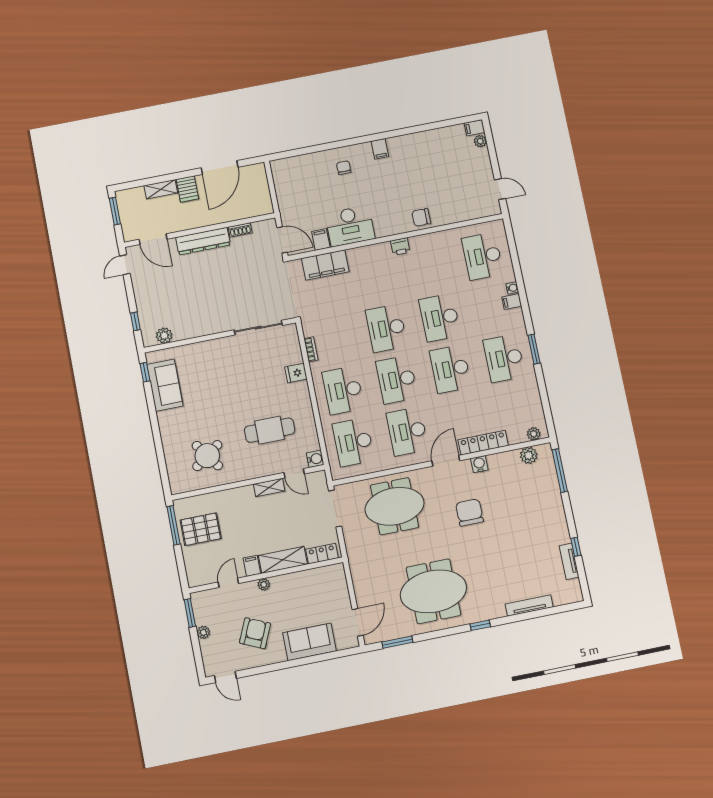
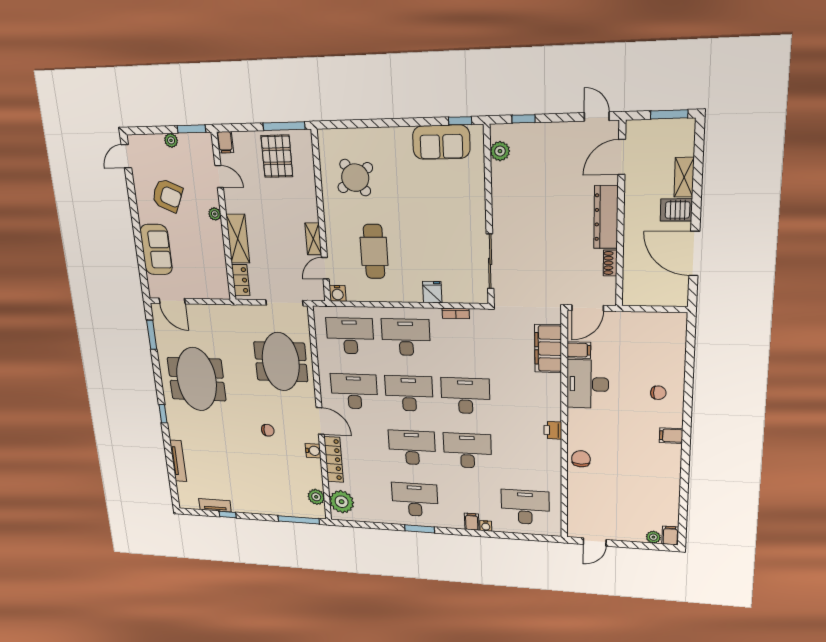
plant: (534, 434) -> (342, 502), width x1.88, depth x1.88
chair: (469, 512) -> (268, 430), width x0.54, depth x0.54
filing cabinet: (252, 566) -> (225, 142), moved, turned 90

